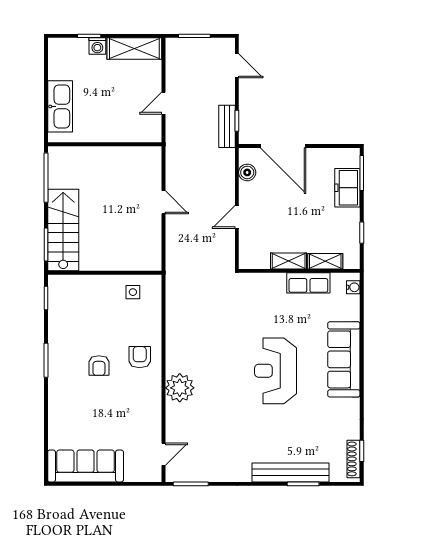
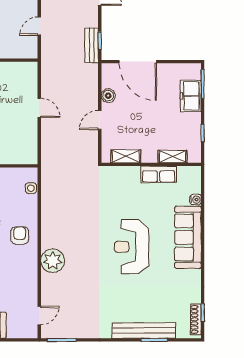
boiler: (247, 172) -> (108, 96), moved
shelving: (289, 261) -> (126, 156), moved
water cooler: (353, 287) -> (196, 200), moved
side table: (133, 292) -> (31, 188), moved

